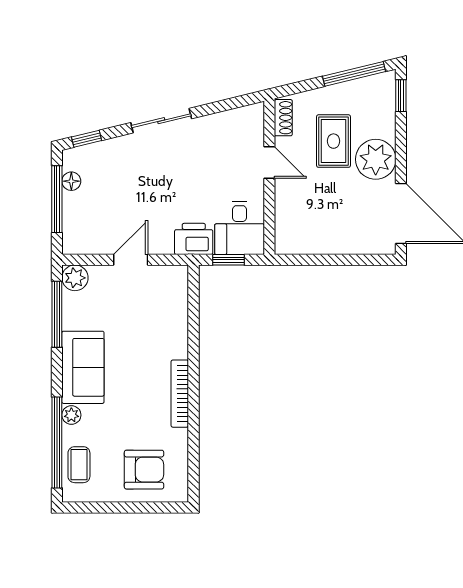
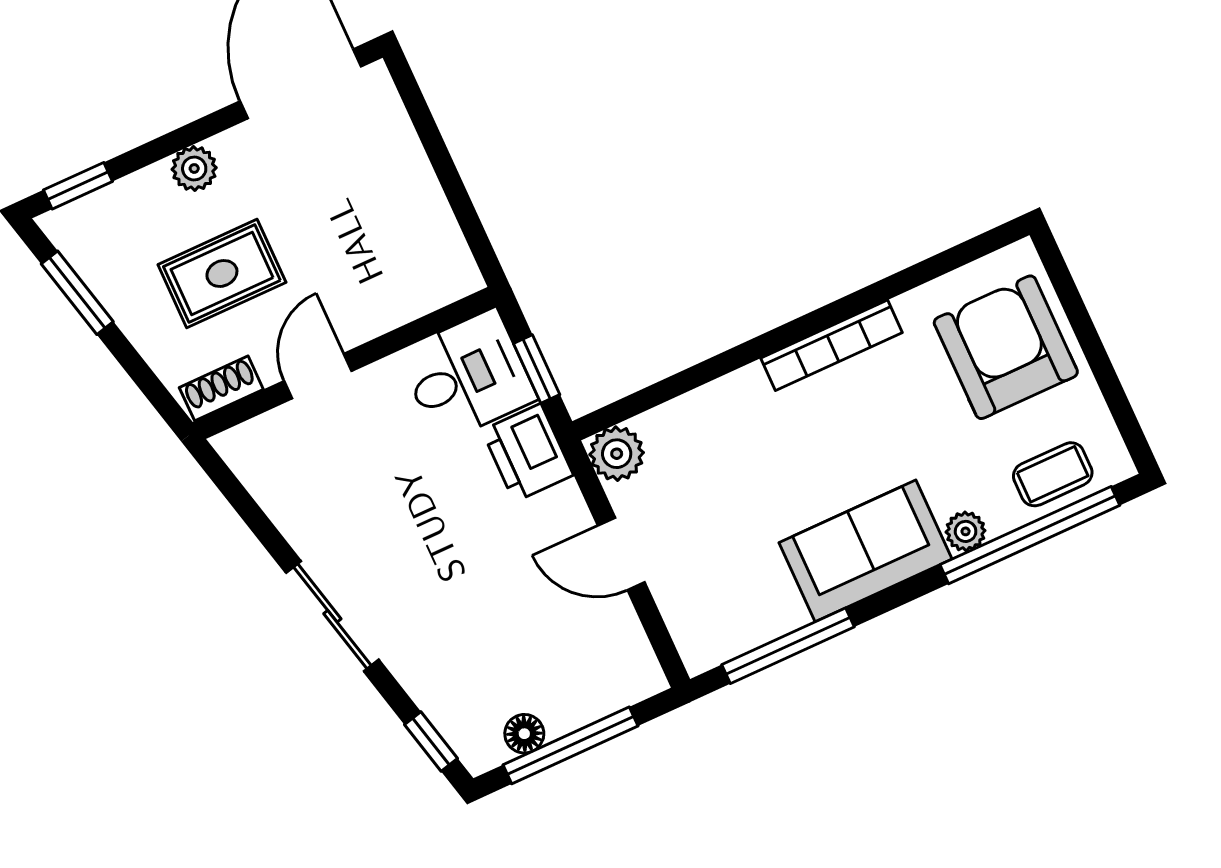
window: (354, 74) -> (77, 293), width x0.69
plant: (376, 159) -> (194, 169), width x0.53, depth x0.53
plant: (75, 278) -> (617, 454), moved
armchair: (144, 470) -> (1006, 347), width x1.36, depth x1.36

